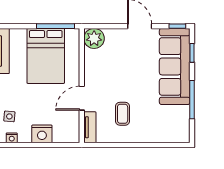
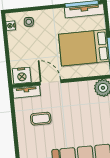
nightstand: (42, 134) -> (22, 76), moved, turned -90

